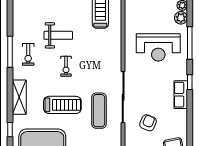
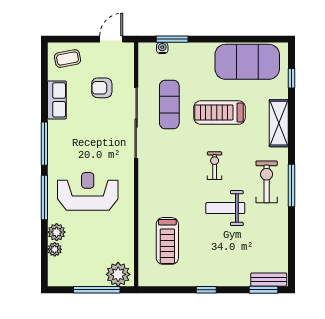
exercise bike: (28, 54) -> (267, 182), width x1.38, depth x1.39
window: (190, 82) -> (44, 144), width x2.17
row of seats: (181, 95) -> (57, 100), moved
armchair: (148, 123) -> (102, 88), turned 67

